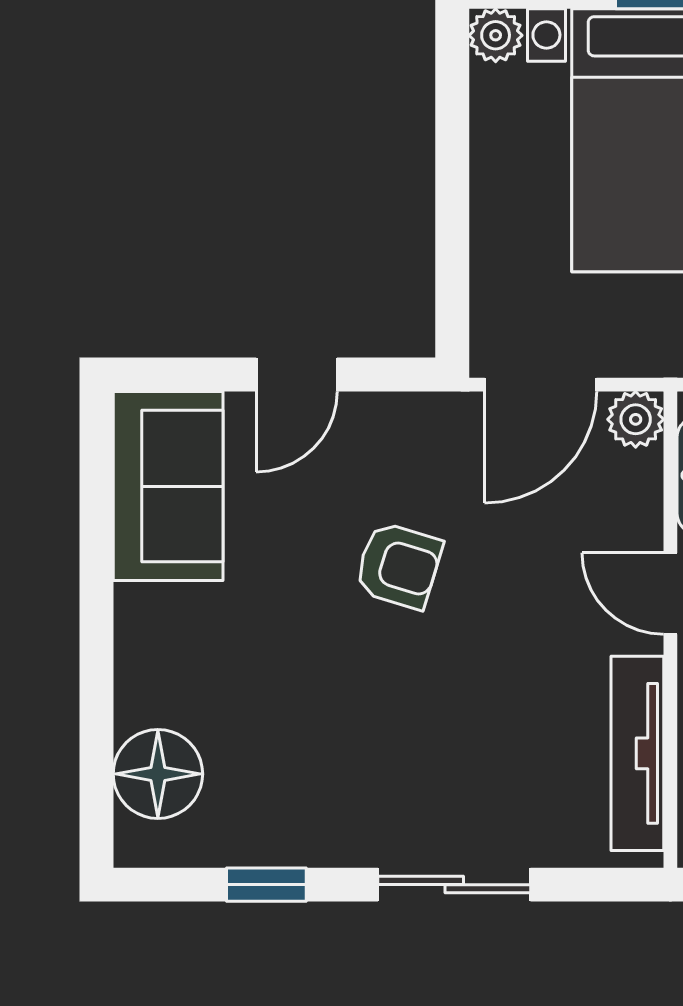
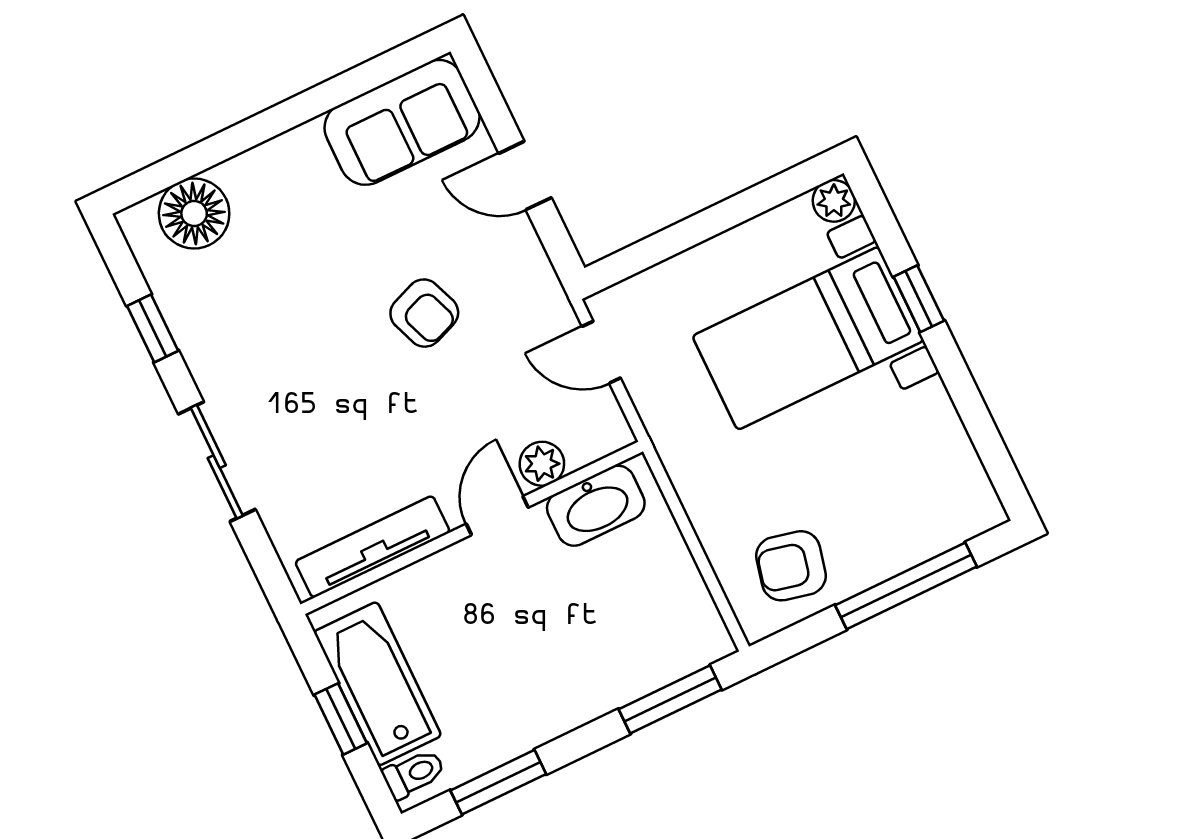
door: (541, 385) -> (601, 352), width x0.73
plant: (636, 419) -> (542, 464), moved
armchair: (398, 565) -> (424, 313), turned -38

